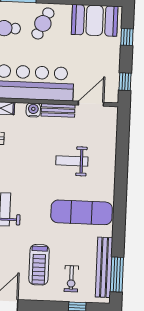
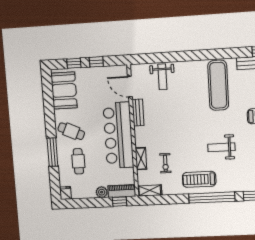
window: (125, 82) -> (96, 62), moved
water cooler: (33, 110) -> (140, 132), removed
weight bench: (72, 161) -> (162, 77), moved

